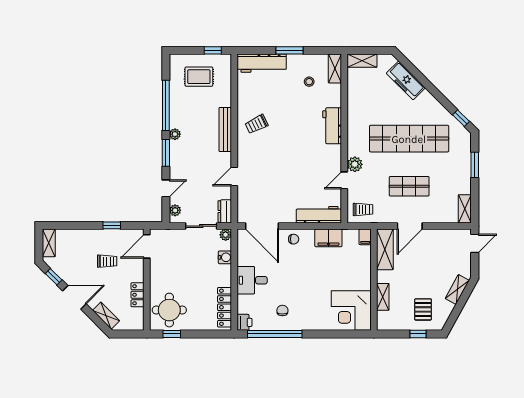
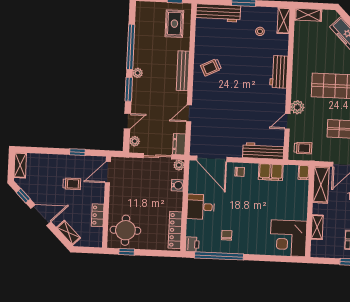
rug: (199, 77) -> (174, 24), moved, turned 90

